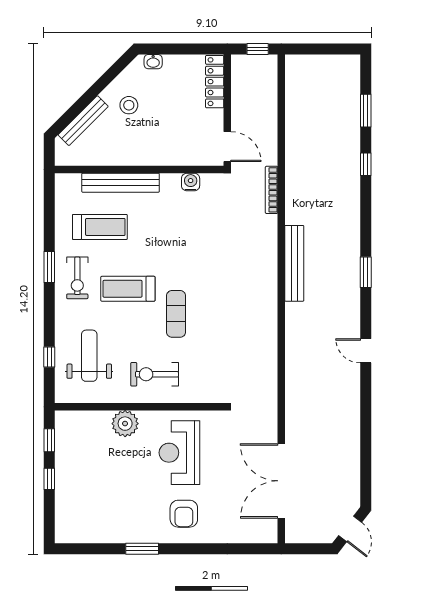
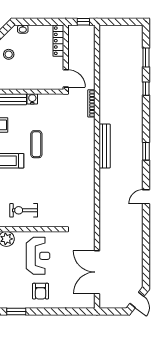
water cooler: (191, 182) -> (32, 99), moved
exercise mat: (176, 314) -> (36, 144), moved
door: (366, 351) -> (146, 197), hinge flipped
reception desk: (179, 453) -> (38, 256), turned 180

